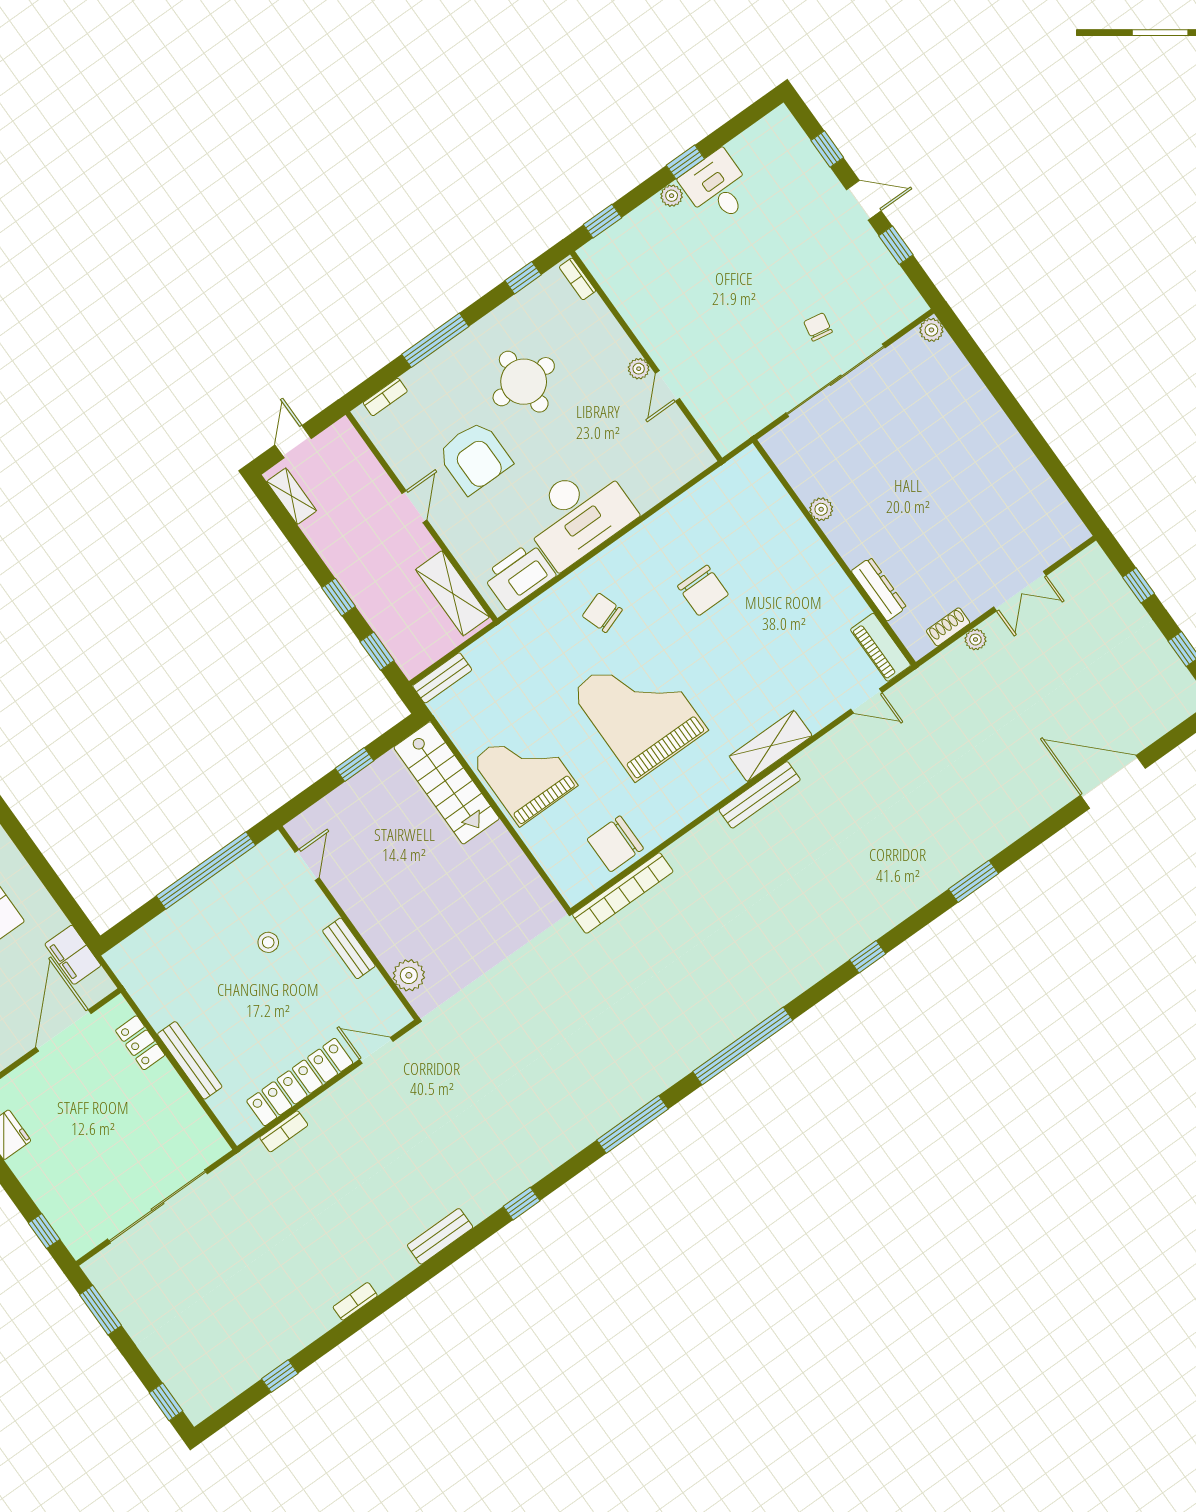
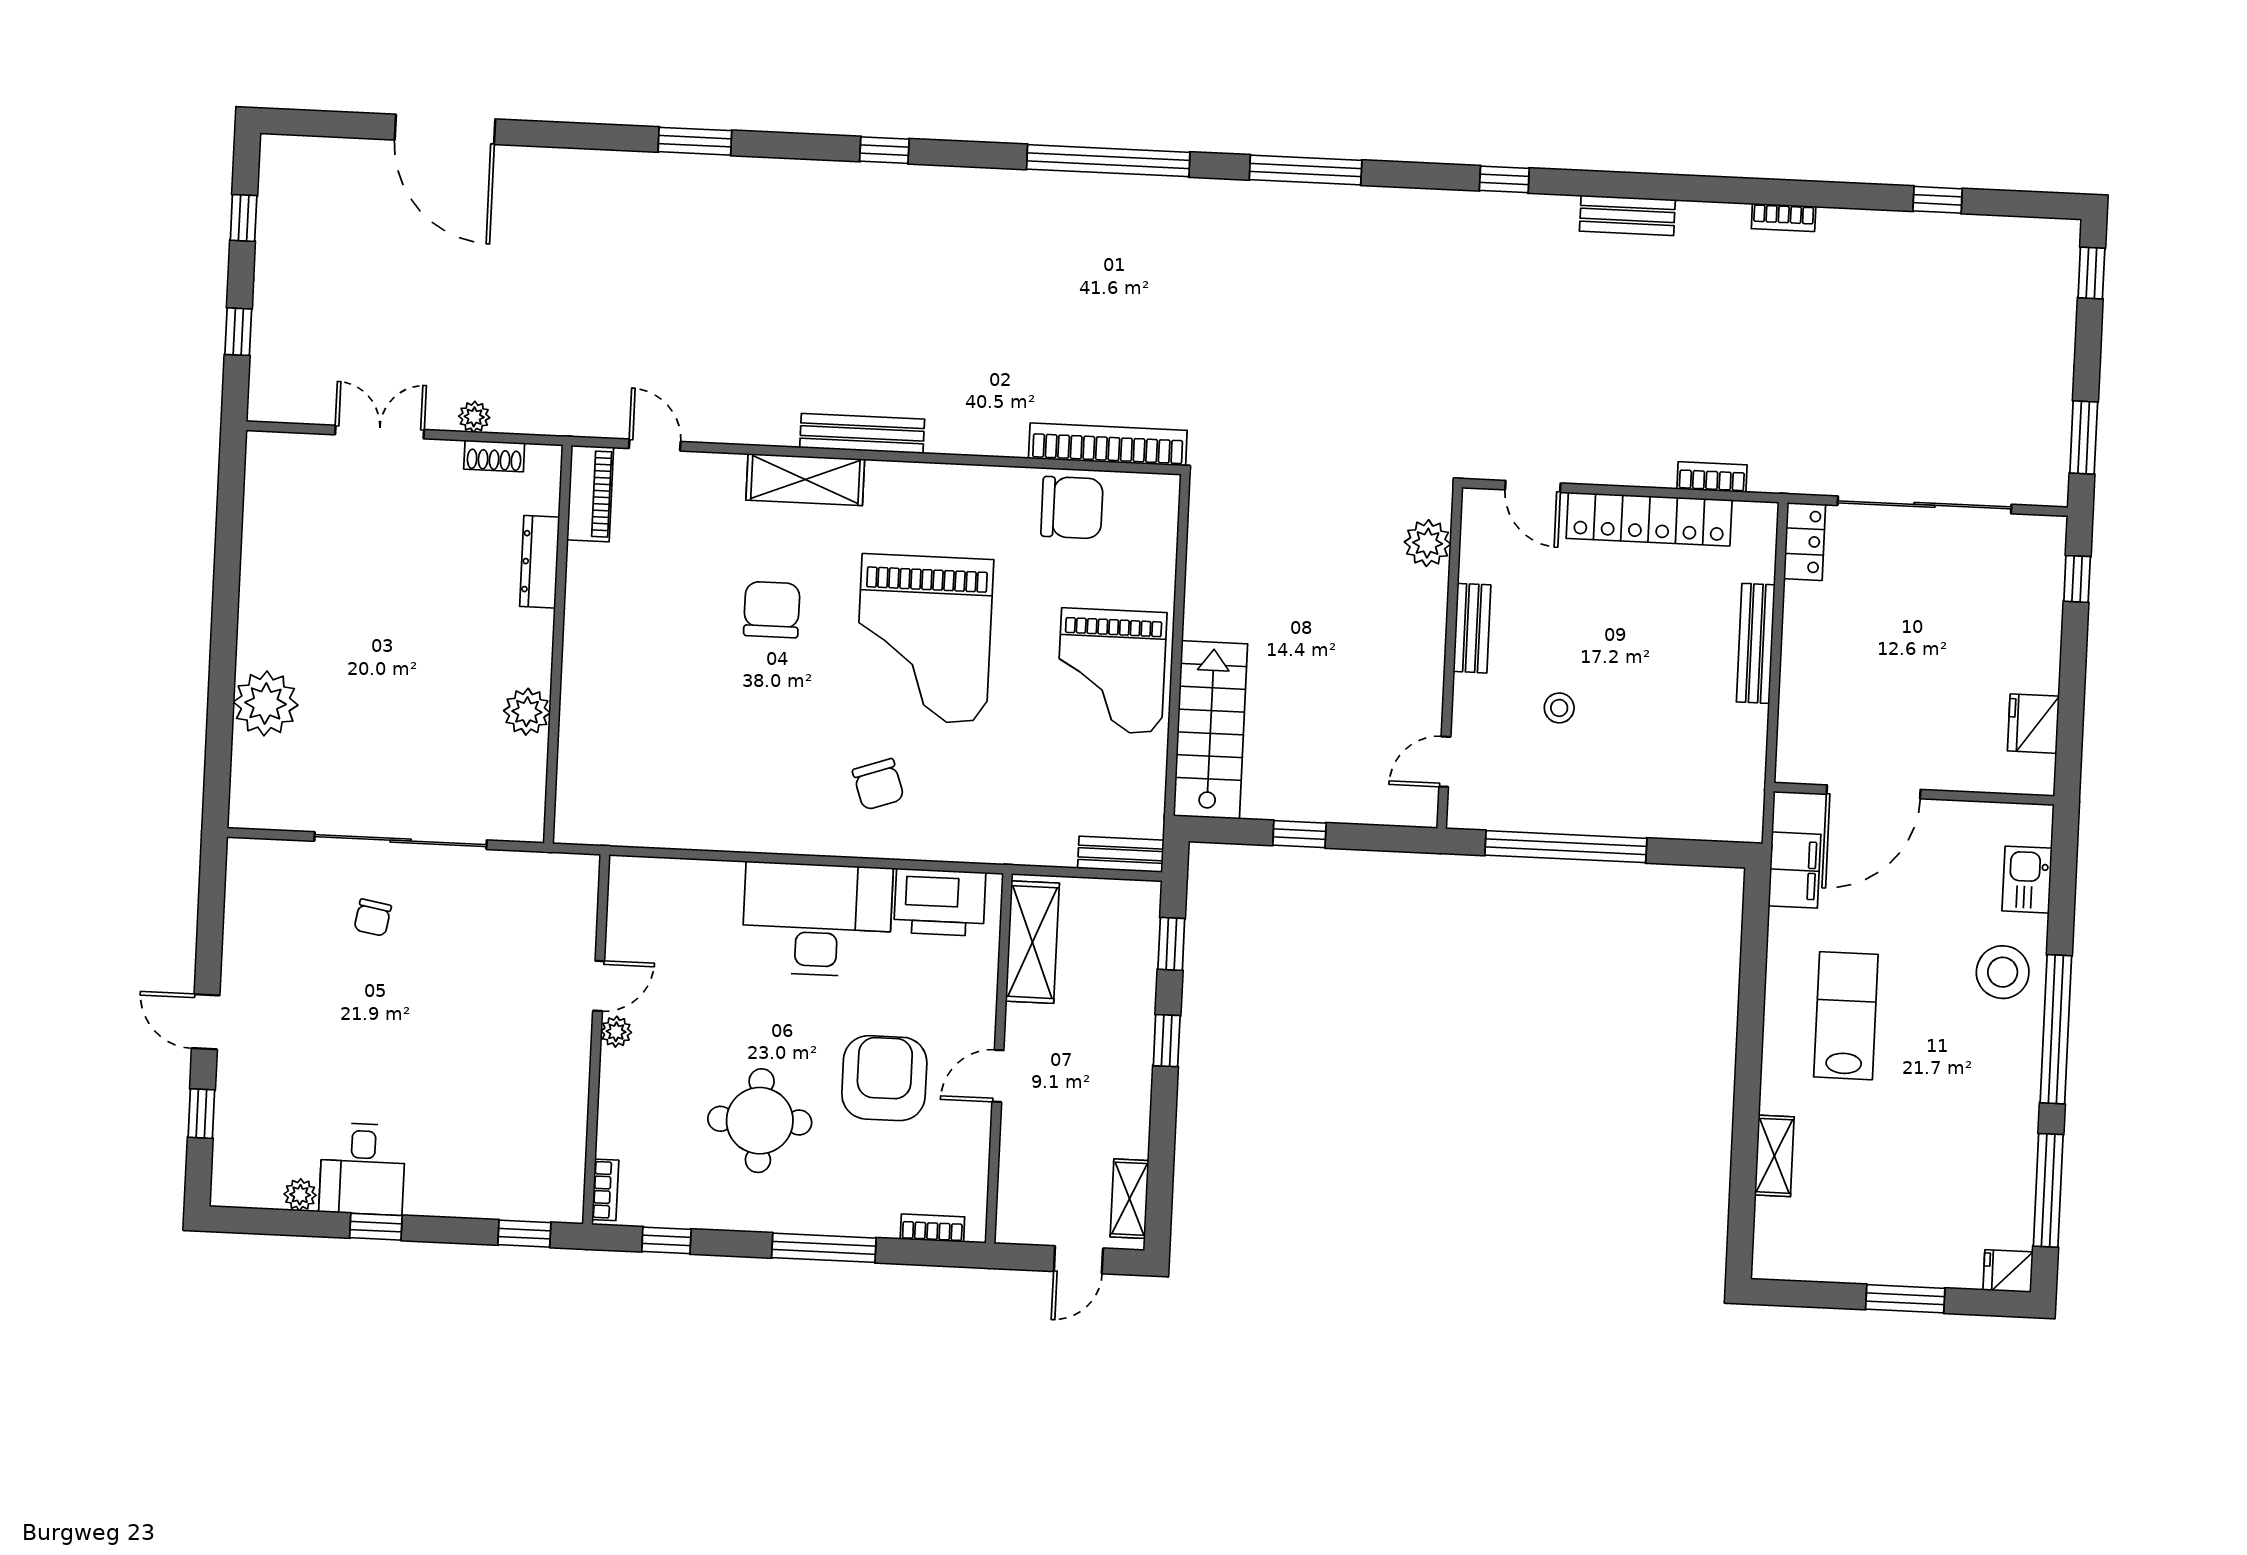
plant: (672, 196) -> (300, 1195), moved
window: (896, 245) -> (210, 941), removed
plant: (931, 330) -> (266, 703), moved, width x1.88, depth x1.88
plant: (821, 509) -> (527, 712), width x1.38, depth x1.38
chair: (703, 590) -> (772, 610), moved
locker: (140, 1043) -> (1805, 542), moved

